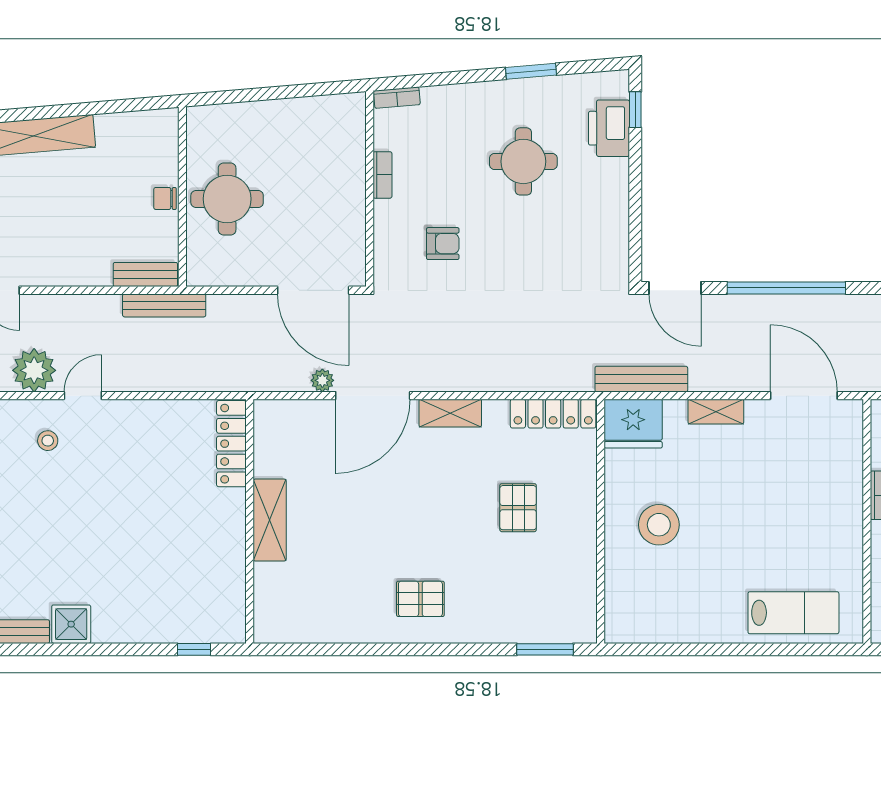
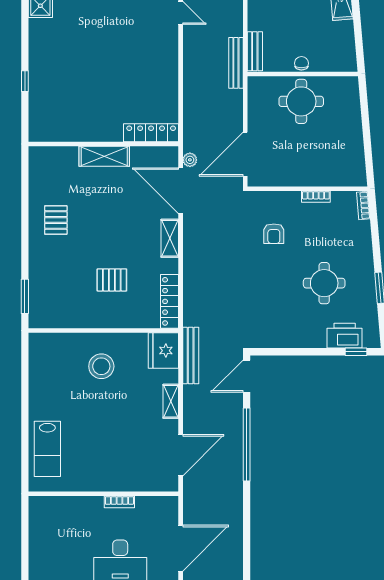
locker: (231, 444) -> (151, 133), moved
shelving: (270, 520) -> (104, 156), moved
wall: (250, 521) -> (103, 144), moved

